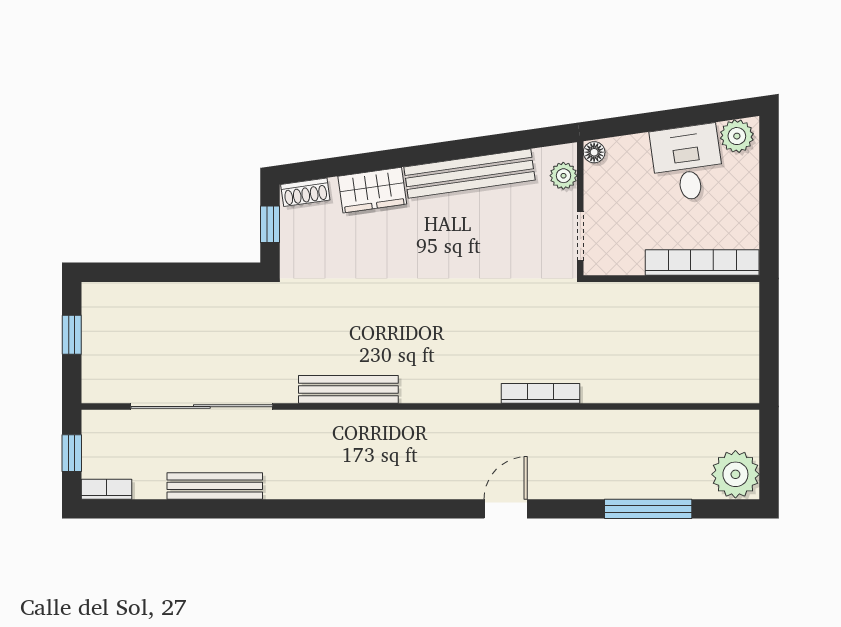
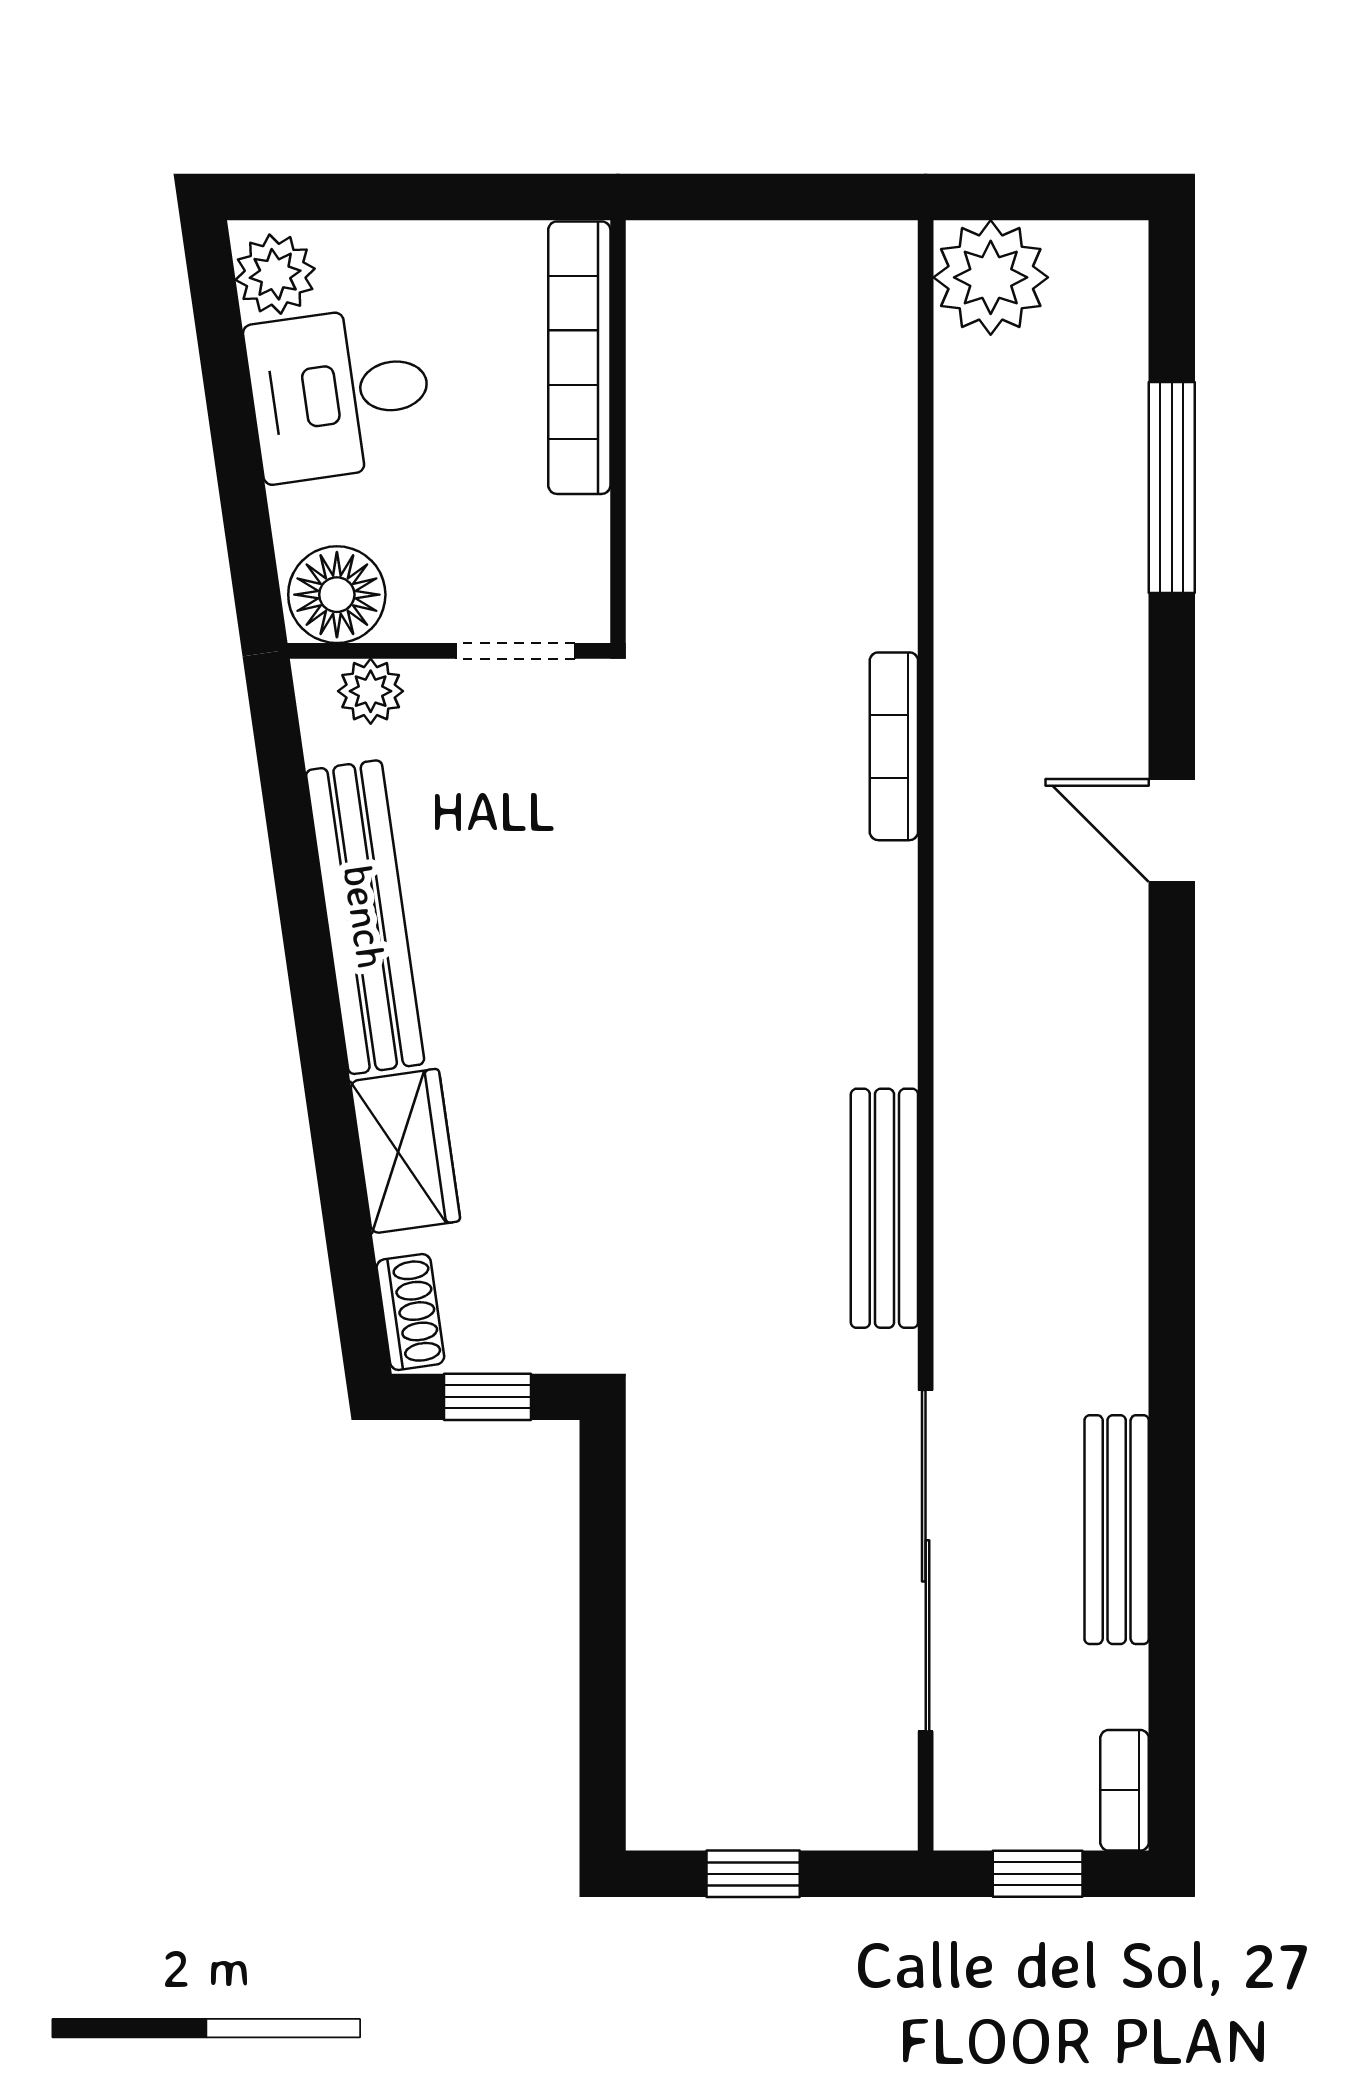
floor lamp: (594, 152) -> (337, 595), width x1.89, depth x1.89
plant: (735, 474) -> (991, 277), moved

